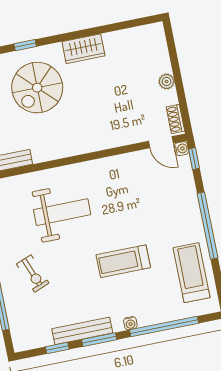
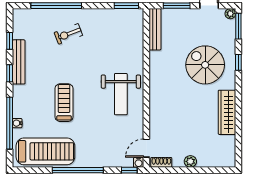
wardrobe: (83, 49) -> (227, 112), width x1.50
weight bench: (62, 212) -> (121, 94), moved
treadmill: (192, 273) -> (45, 151), width x1.37, depth x1.38
water cooler: (130, 323) -> (17, 123), moved
window: (99, 340) -> (10, 73), width x0.67

